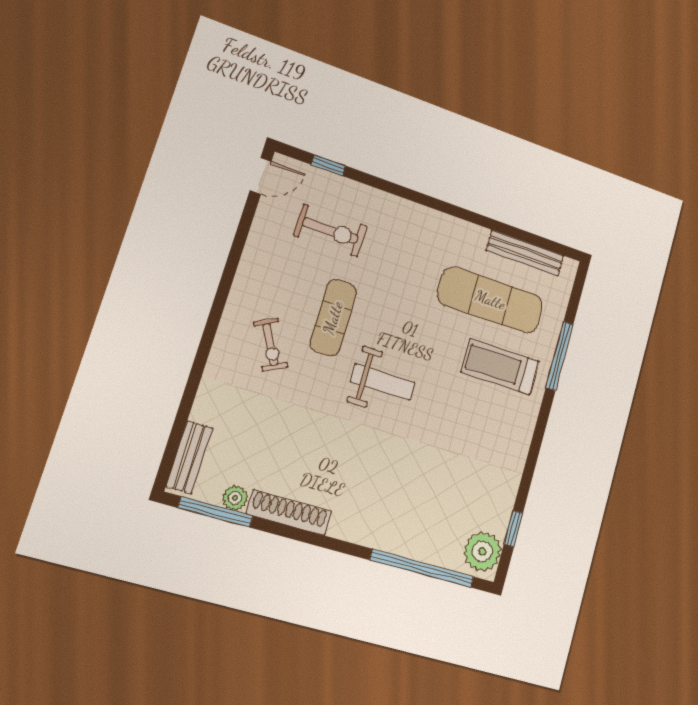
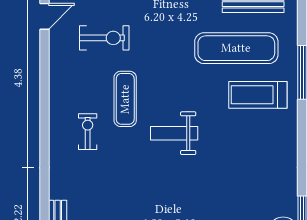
exercise bike: (270, 345) -> (88, 132), turned -152
weight bench: (383, 382) -> (174, 133), turned 180

